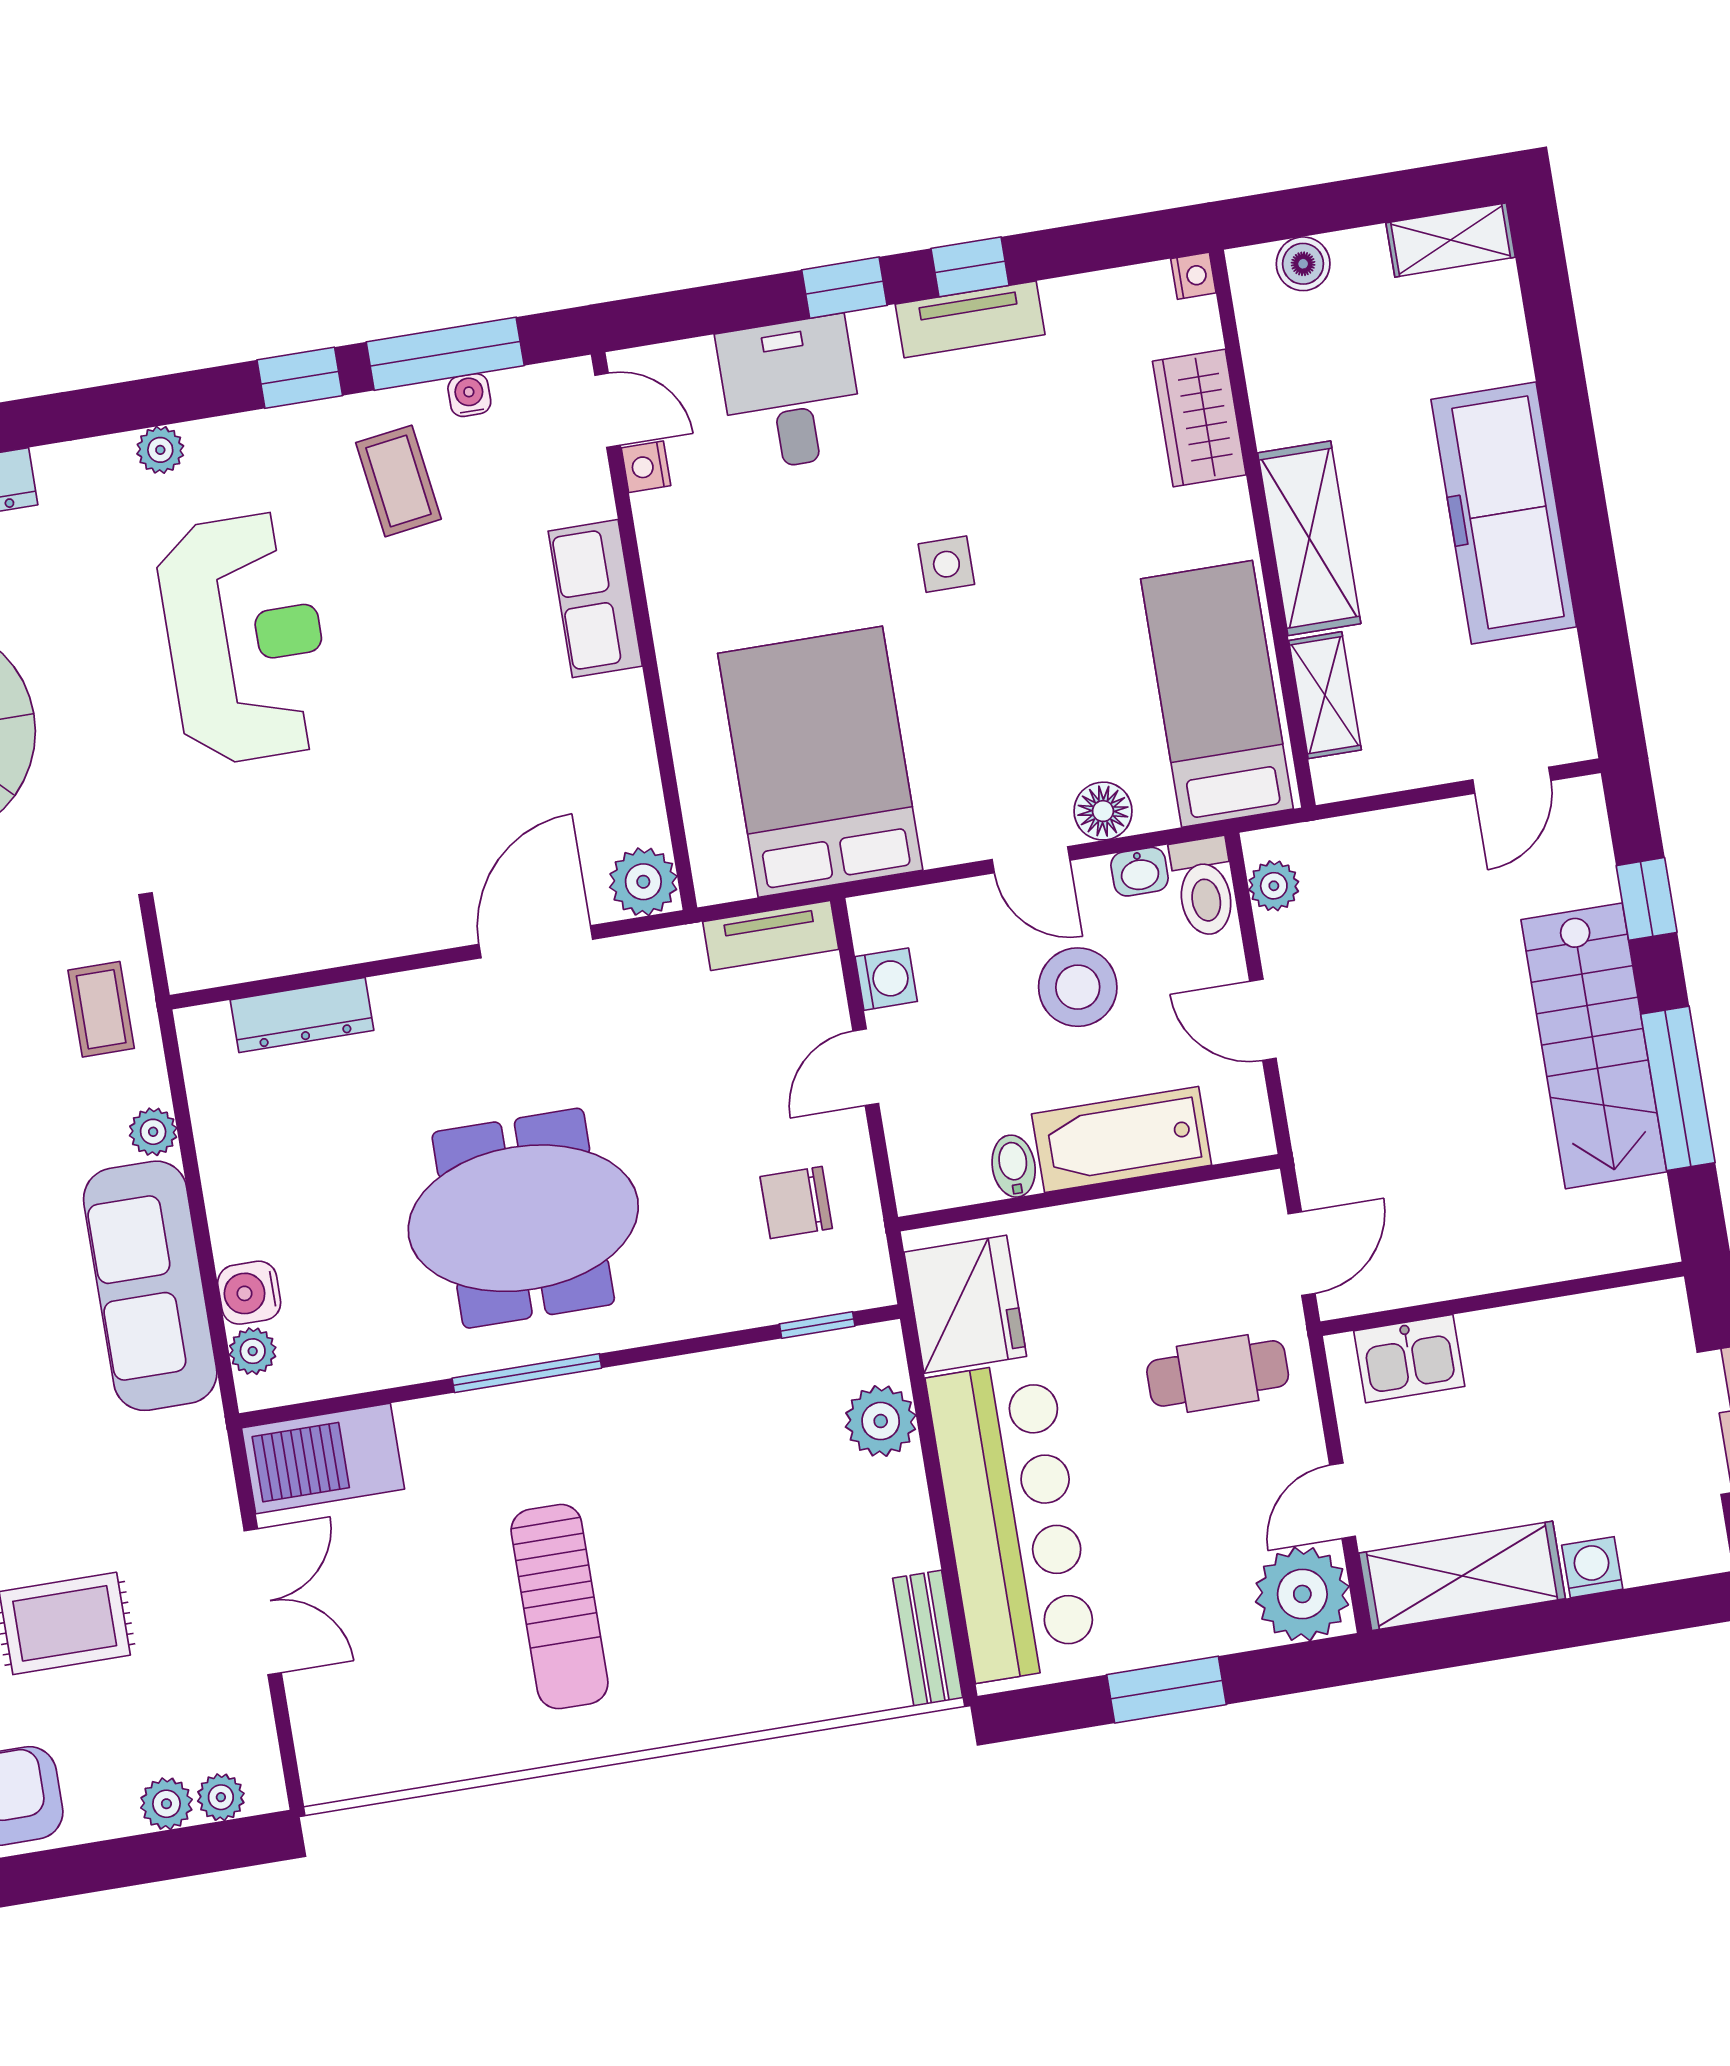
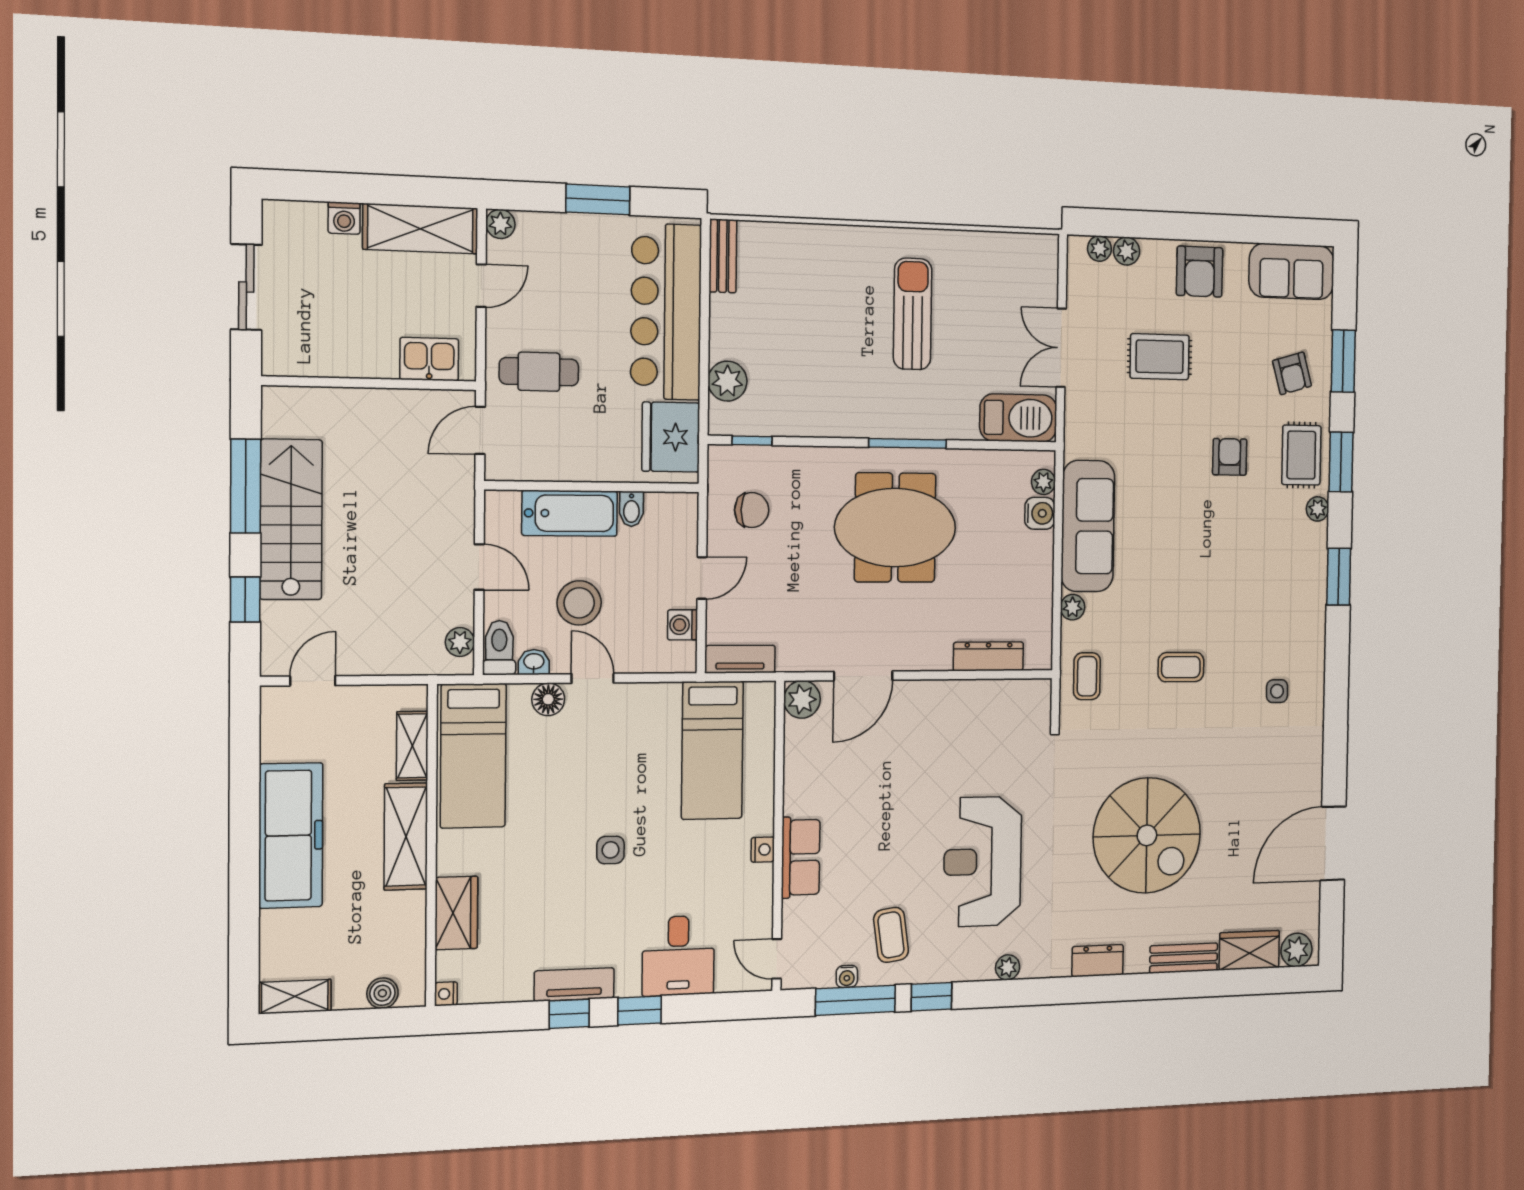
nightstand: (646, 467) -> (763, 850), moved
bed: (820, 762) -> (712, 750), width x0.67
plant: (1302, 1594) -> (500, 224), width x0.53, depth x0.53

